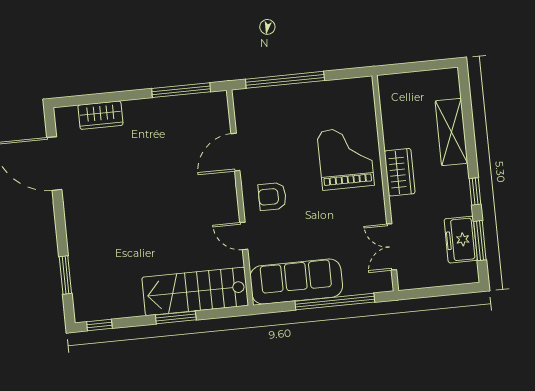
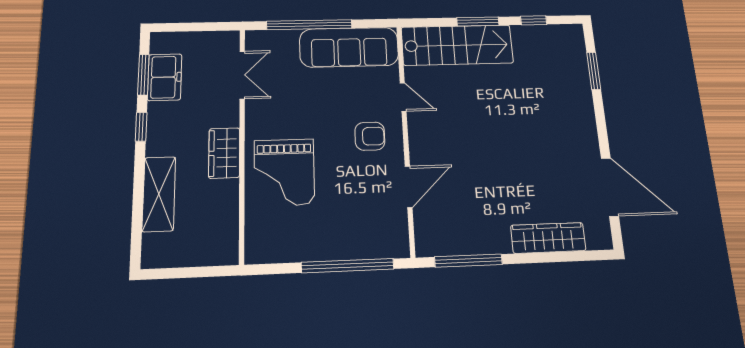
wardrobe: (100, 115) -> (548, 238), width x1.50
window: (99, 325) -> (534, 20), moved

